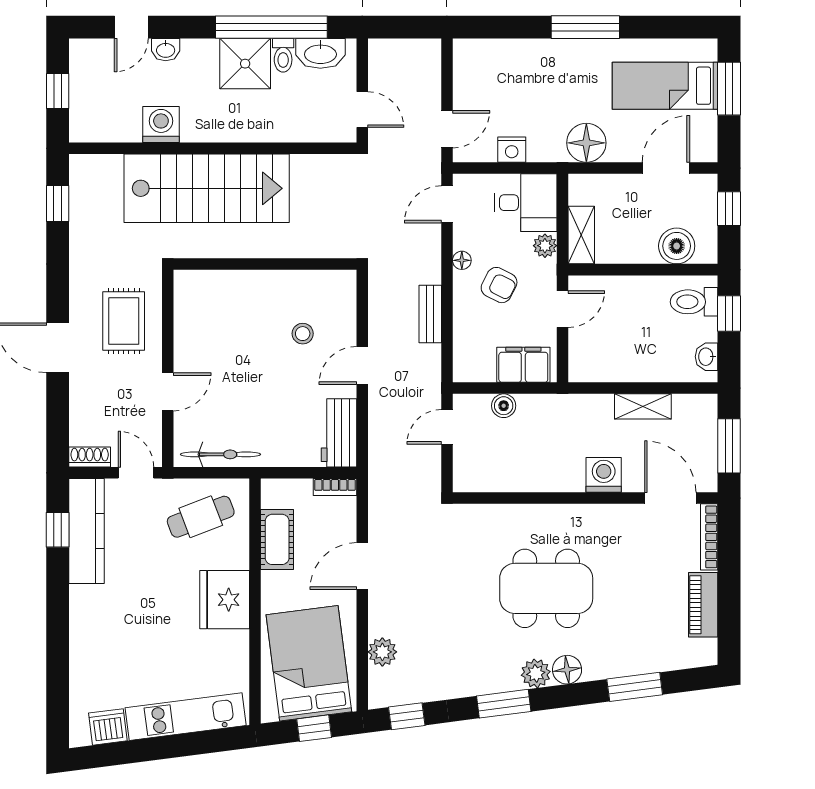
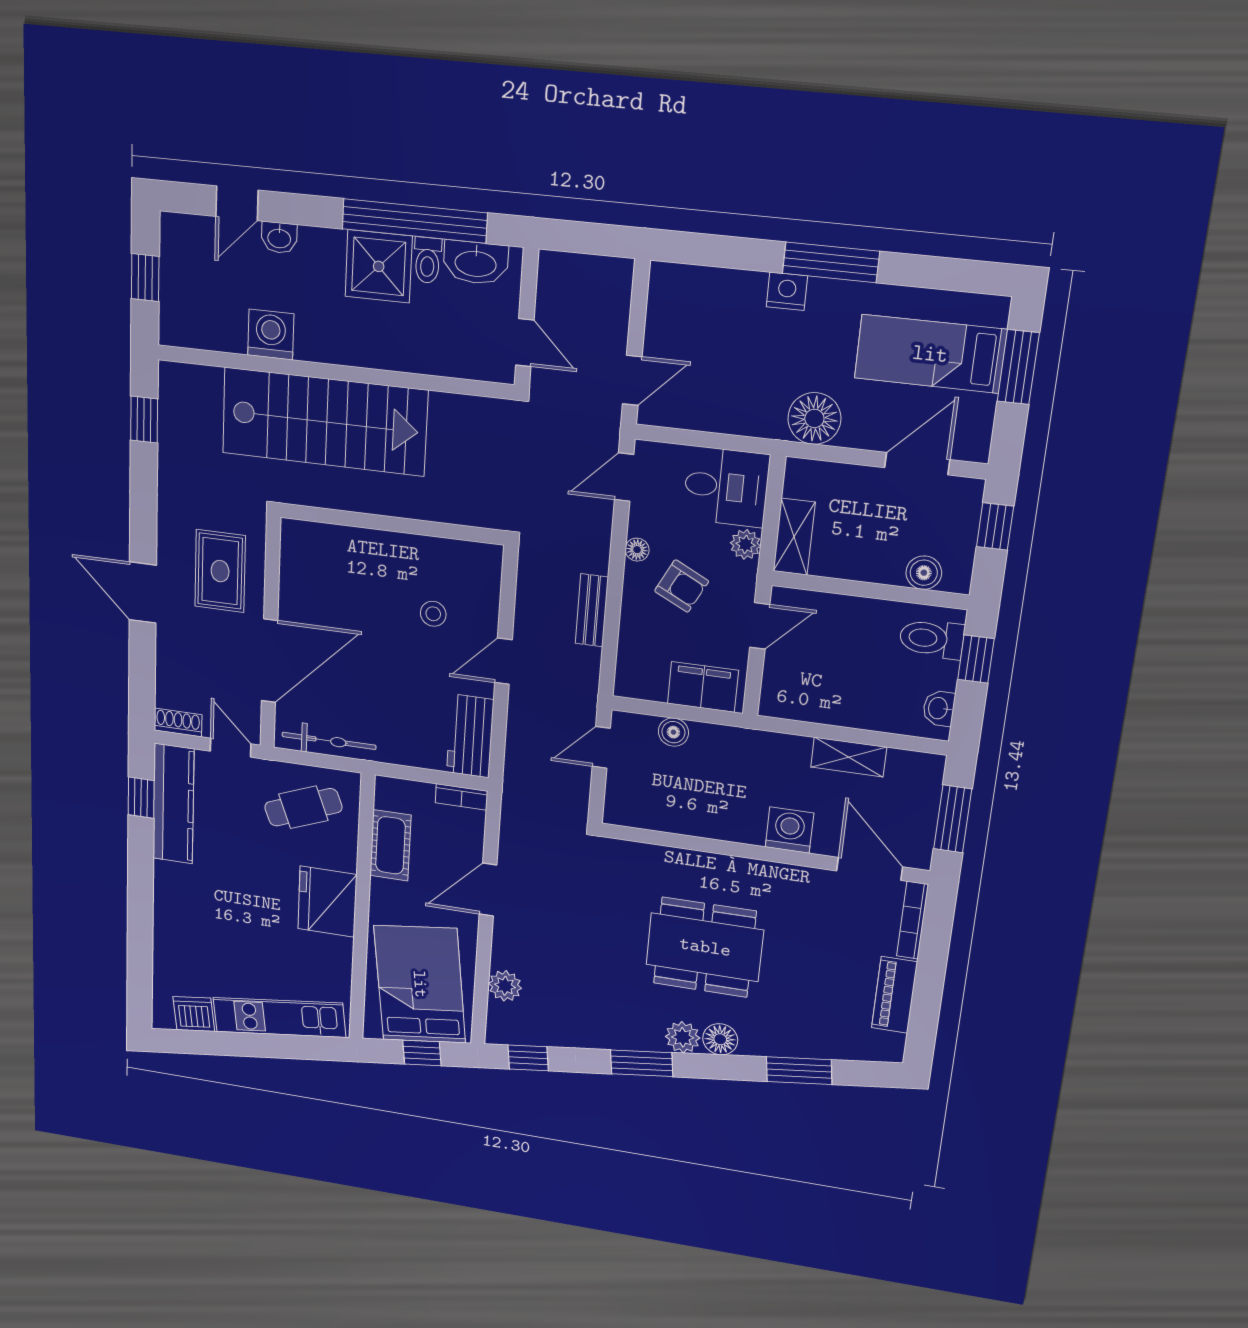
nightstand: (512, 150) -> (787, 291), moved, turned 180
boiler: (677, 246) -> (924, 573), width x0.73, depth x0.73
door: (168, 392) -> (270, 661), width x1.88

